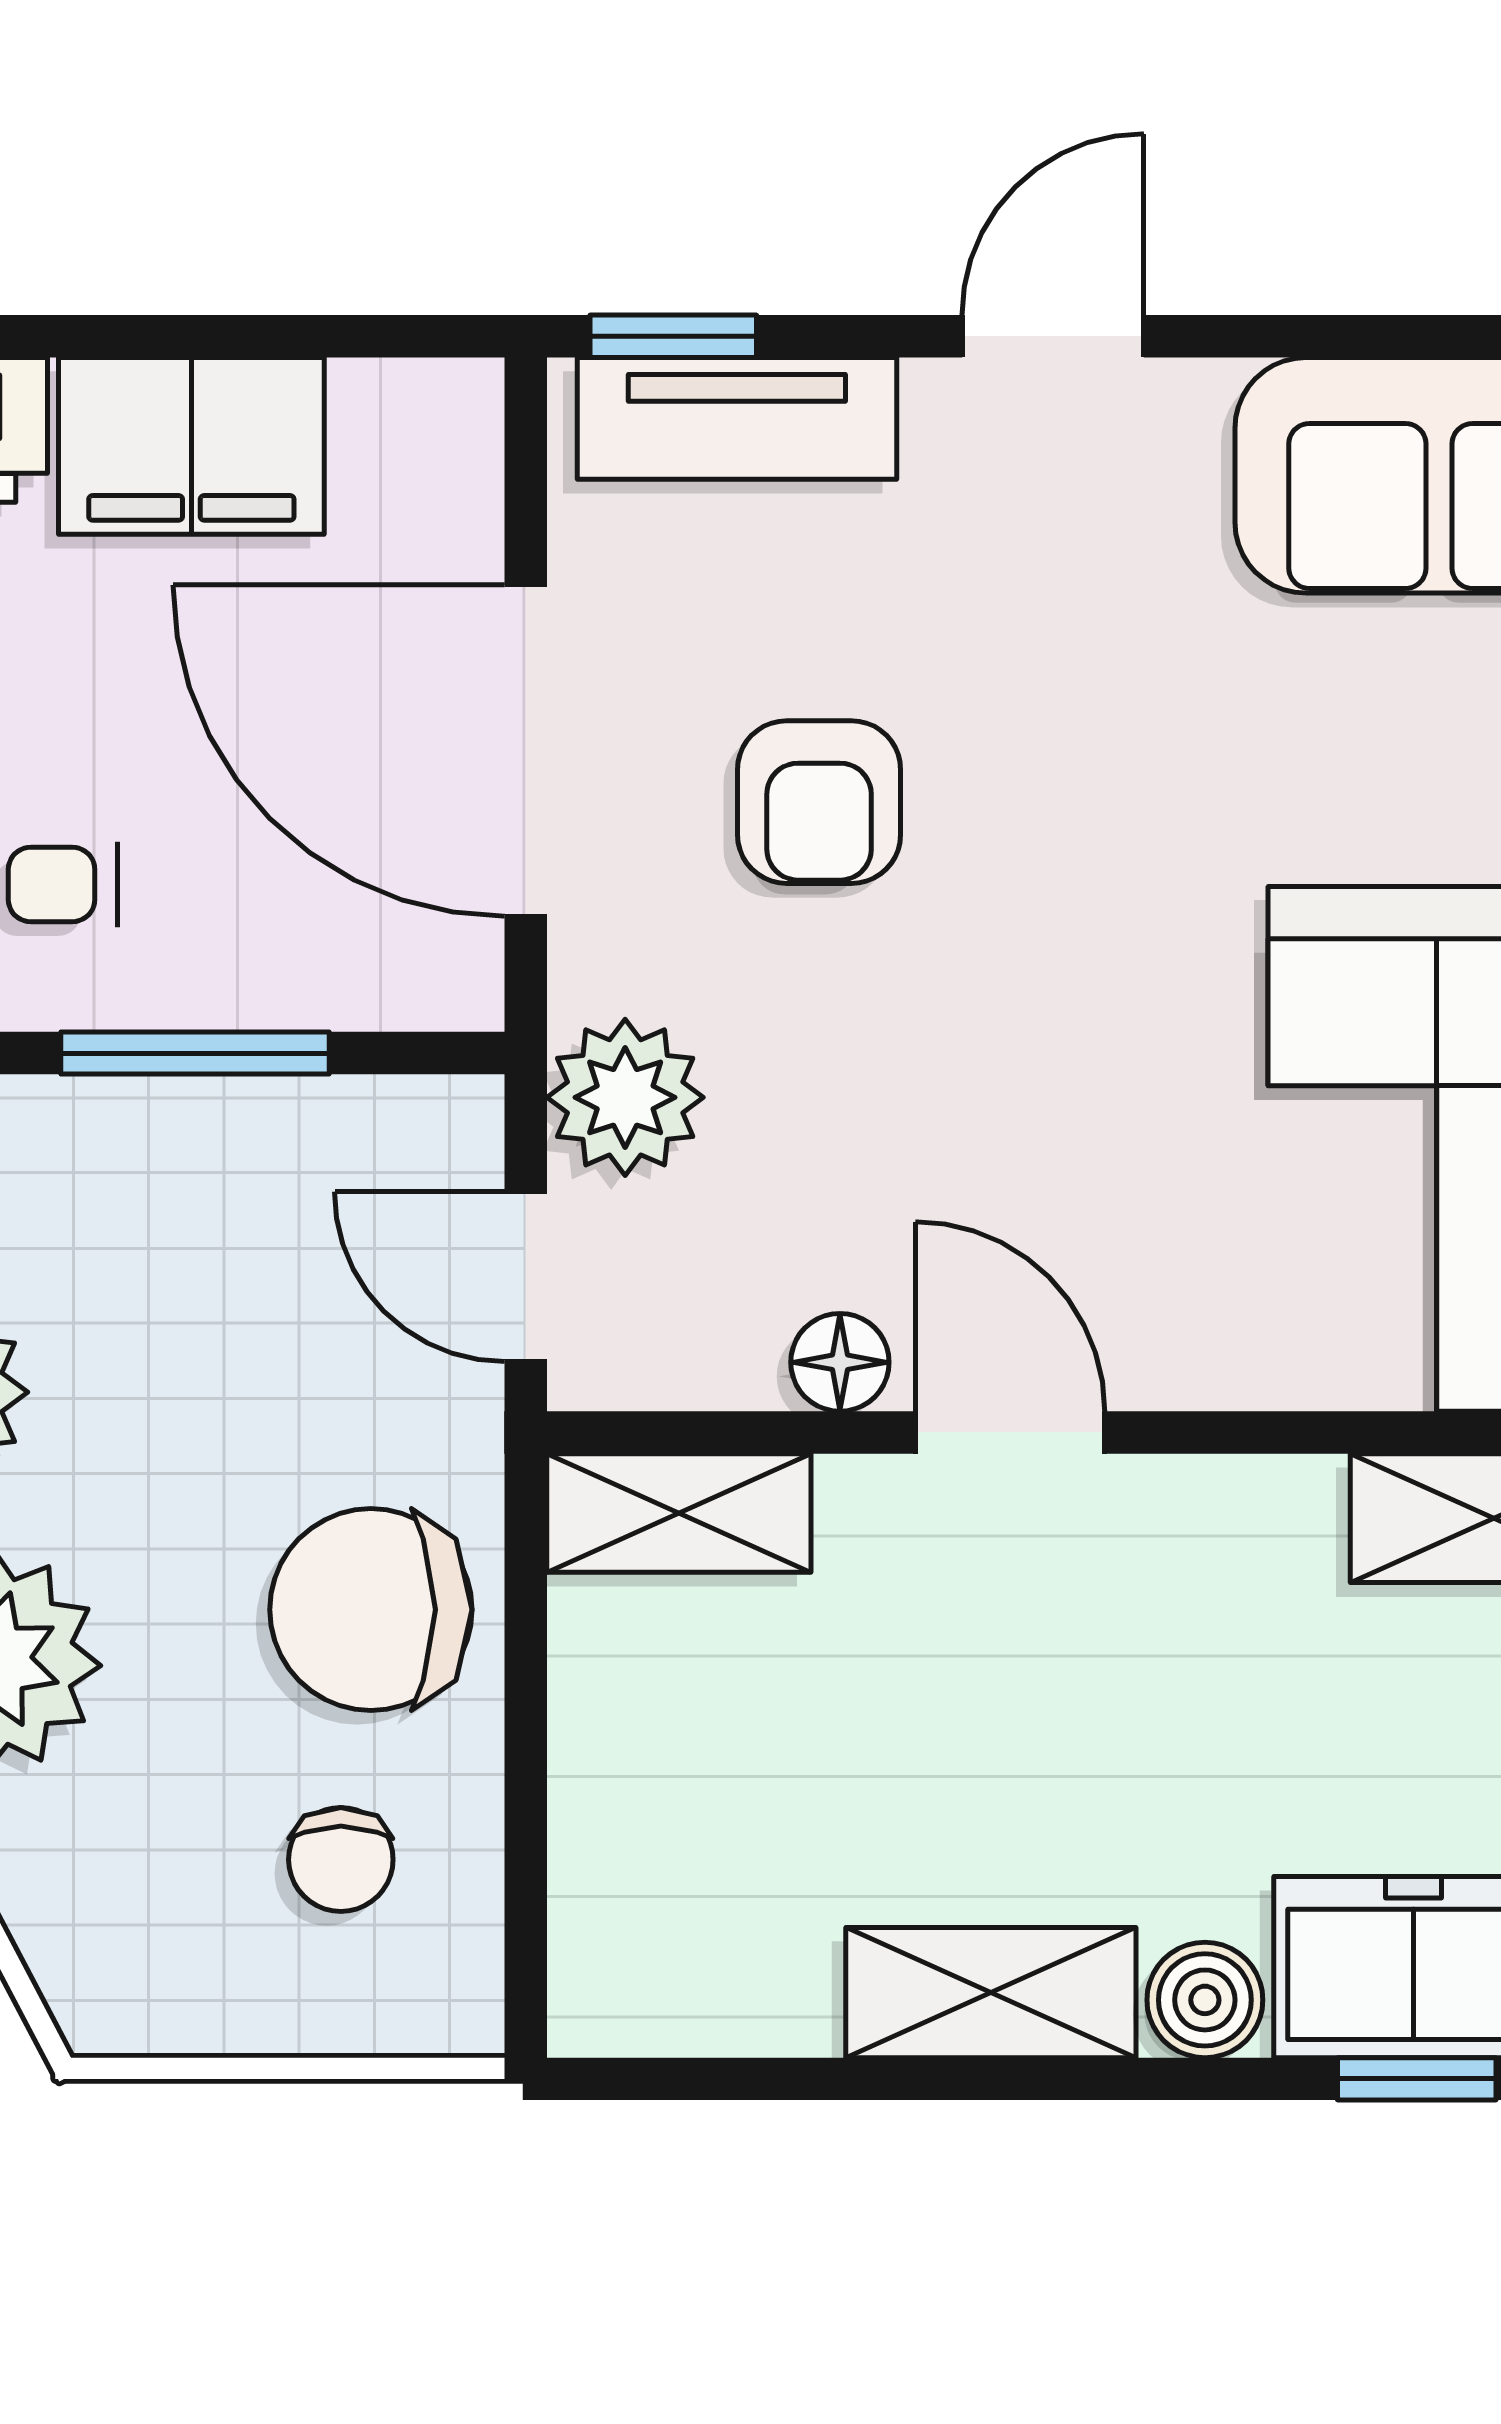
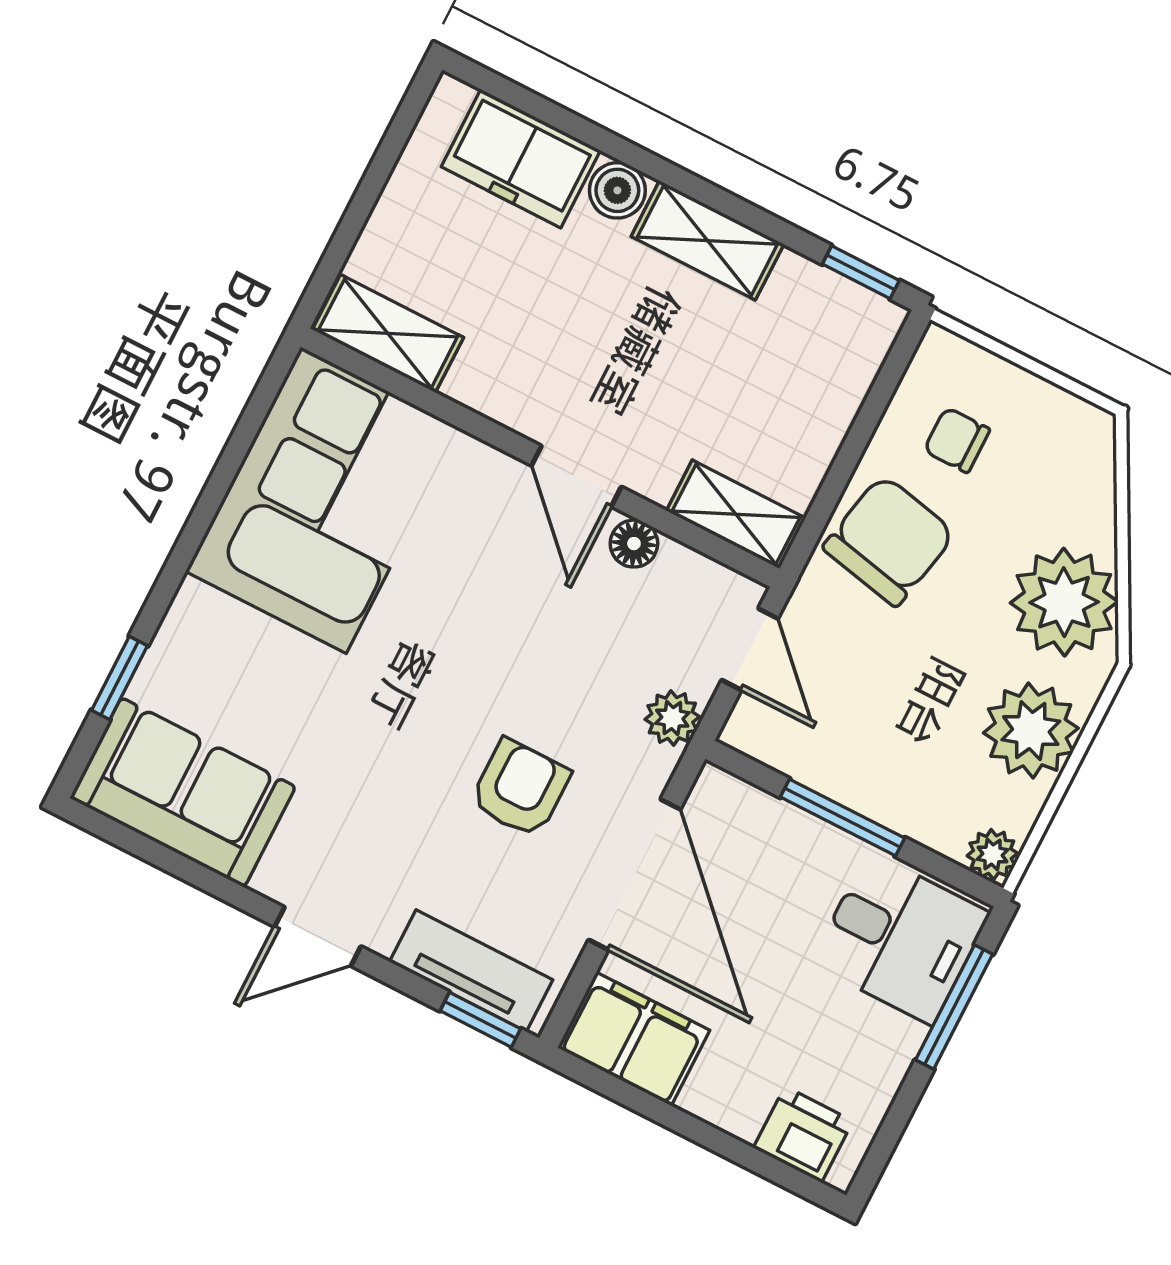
filing cabinet: (191, 446) -> (634, 1039), moved
plant: (625, 1097) -> (672, 718), width x0.73, depth x0.73
chair: (371, 1610) -> (889, 541), turned -78
chair: (341, 1860) -> (957, 440), turned -90
window: (1417, 2079) -> (861, 272), moved

